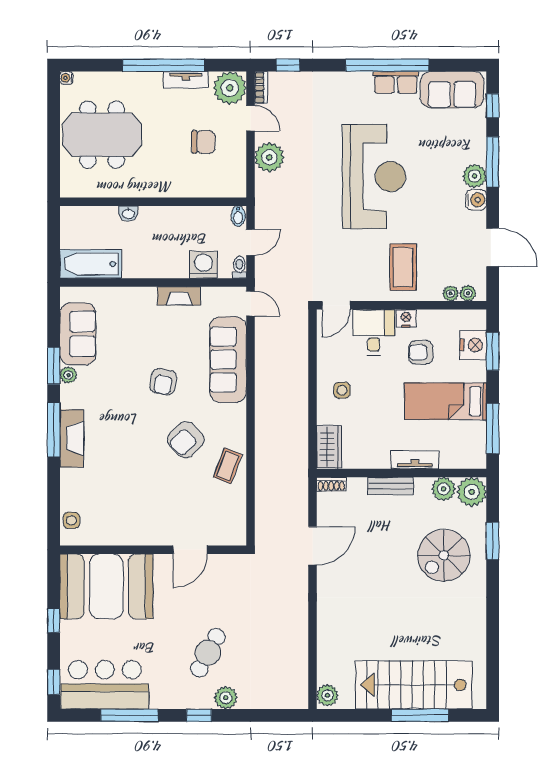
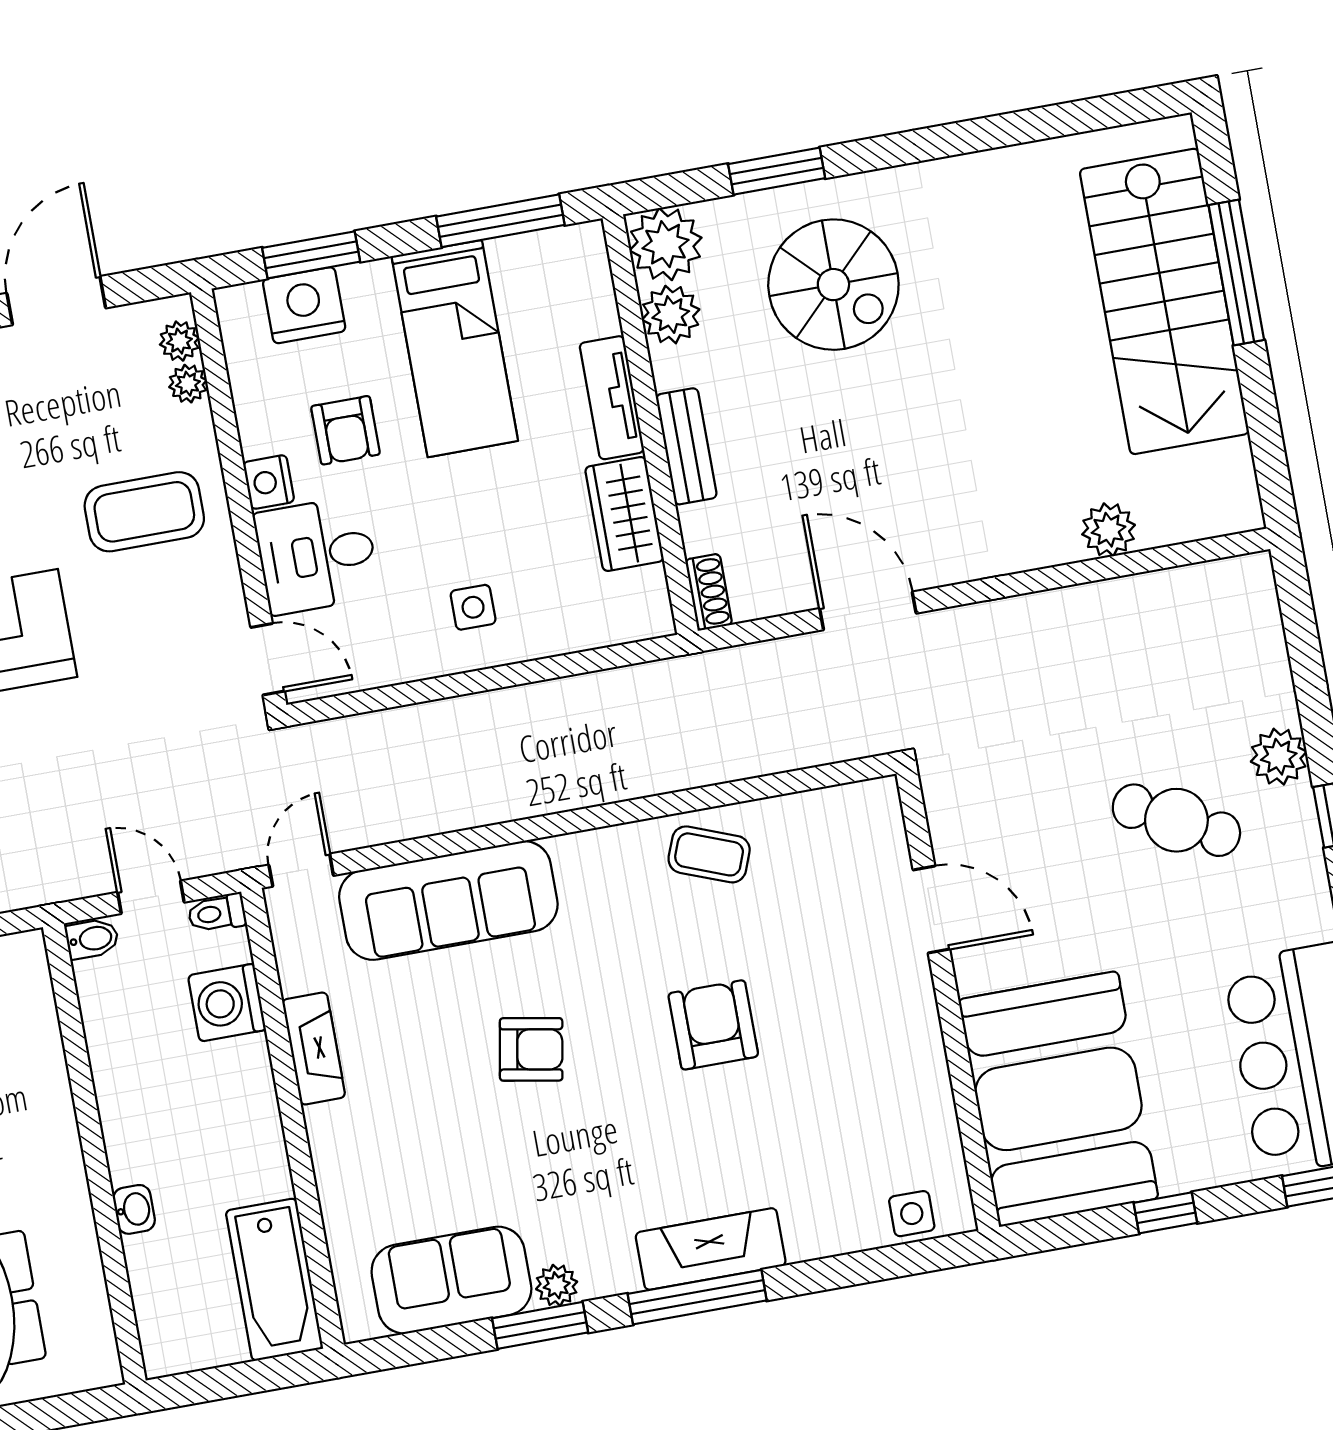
armchair: (186, 440) -> (713, 1025), moved, turned -136
wardrobe: (329, 447) -> (624, 514), moved, turned -90
plant: (327, 695) -> (1109, 530), moved

